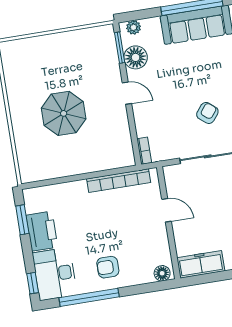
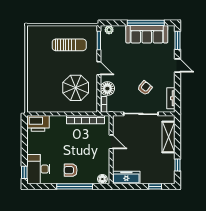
floor lamp: (136, 57) -> (107, 89), moved
sun lounger: (72, 63) -> (69, 45), added
parasol: (64, 113) -> (76, 88), moved
window: (22, 220) -> (24, 134), removed
printer: (42, 231) -> (38, 123), moved, turned 90
window: (89, 297) -> (75, 186), moved

